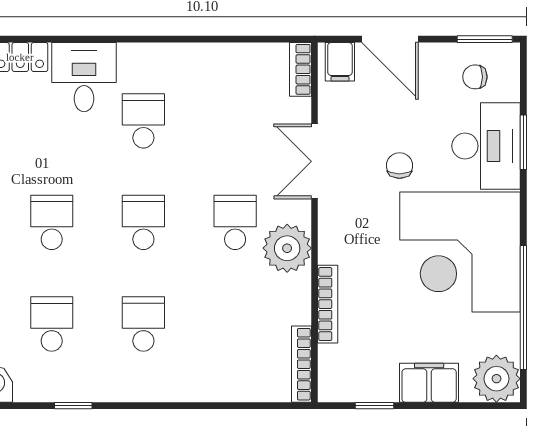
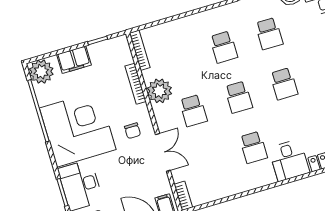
chair: (399, 166) -> (133, 131), moved
plant: (287, 248) -> (159, 91), moved

